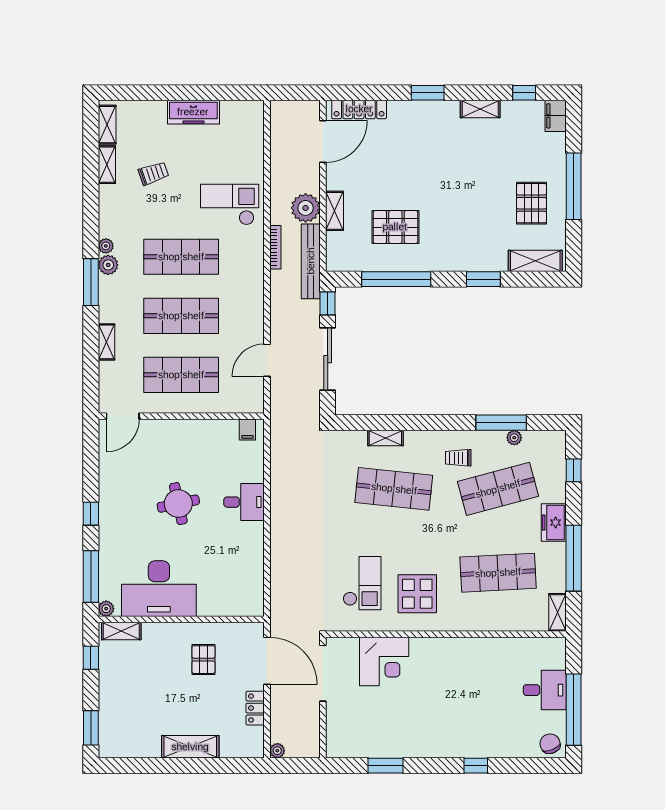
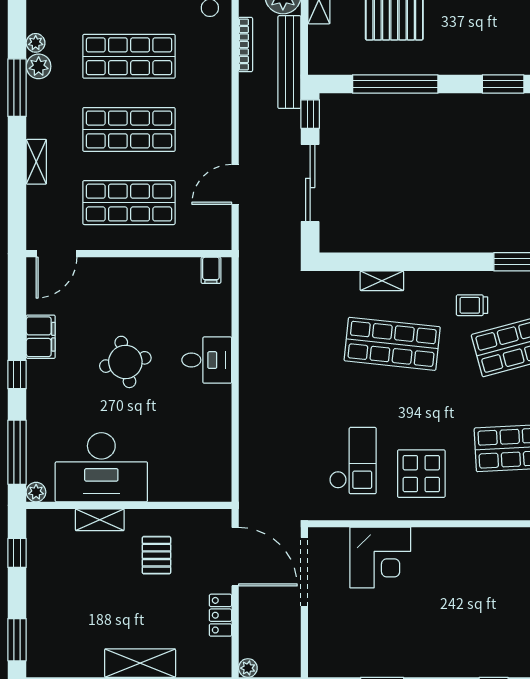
filing cabinet: (110, 483) -> (41, 337), added
shelving: (121, 631) -> (100, 520), moved

